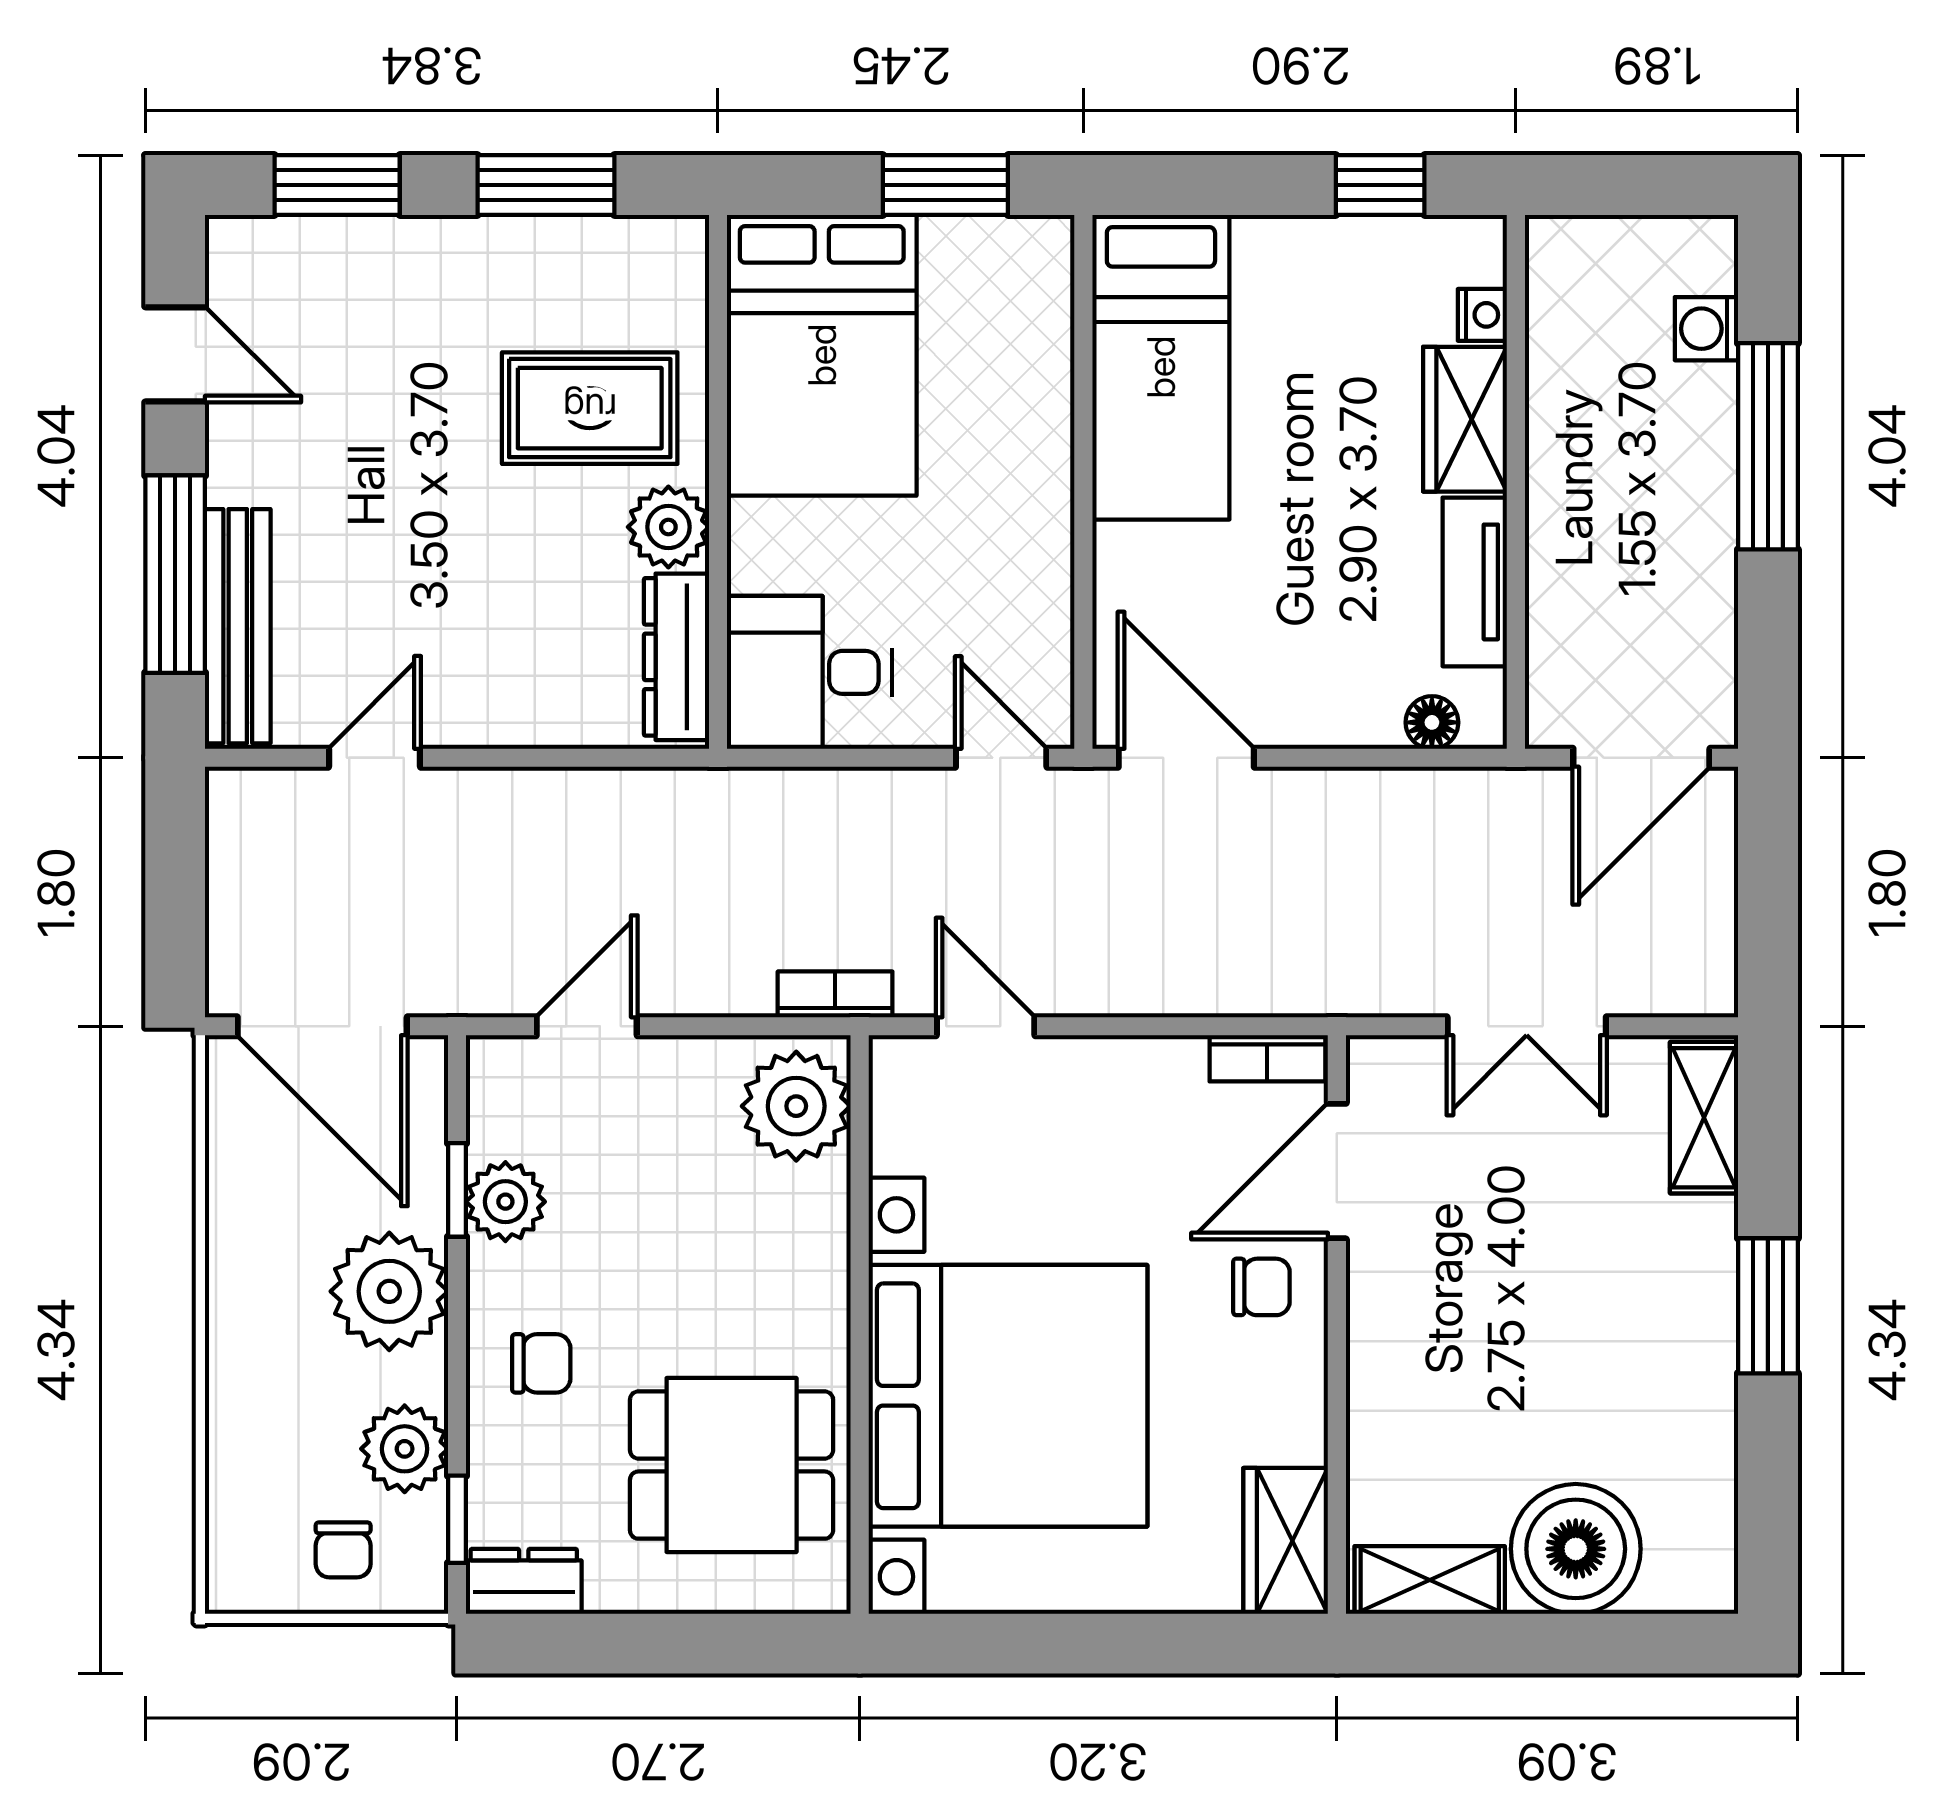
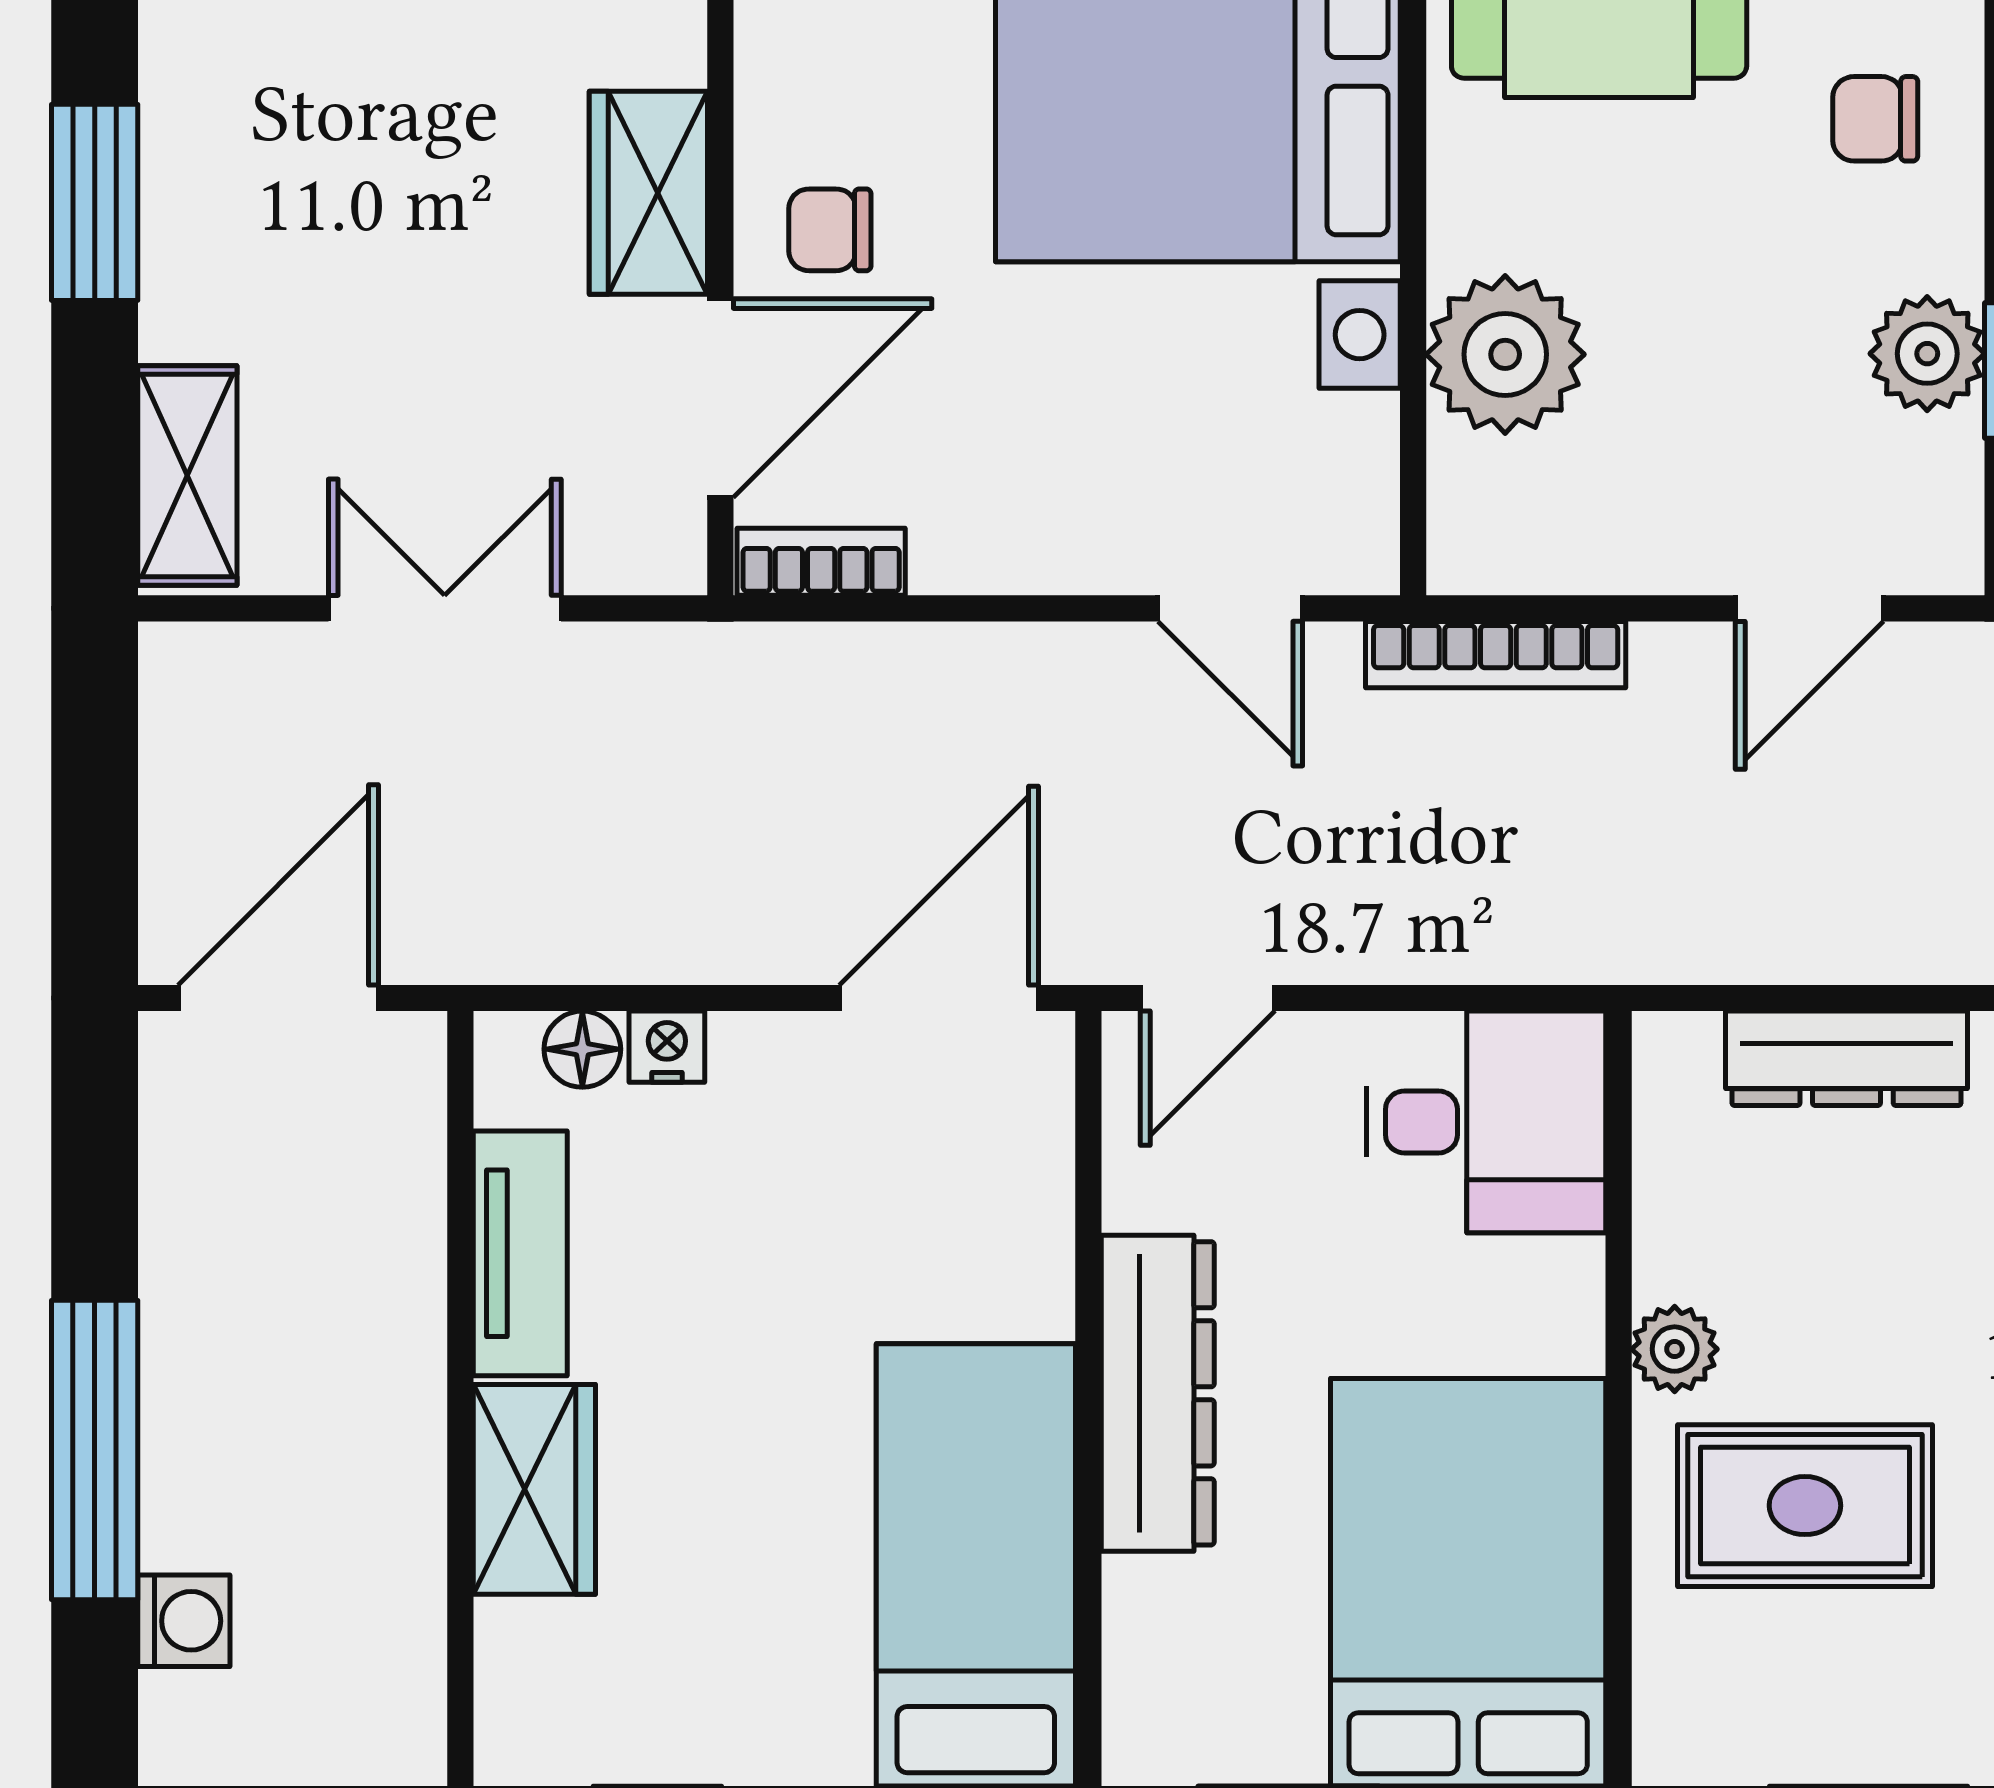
nightstand: (1482, 315) -> (667, 1047), moved, turned 90
dresser: (1036, 485) -> (1158, 1393), added
plant: (668, 527) -> (1675, 1349), width x0.73, depth x0.73
dresser: (676, 657) -> (1847, 1058), moved, turned 90
door: (1001, 758) -> (1208, 998), hinge flipped
door: (1186, 758) -> (939, 998), swing flipped
bookcase: (835, 994) -> (1496, 655), width x1.56
plant: (796, 1106) -> (1505, 354), moved
wardrobe: (1386, 1312) -> (648, 193), added

